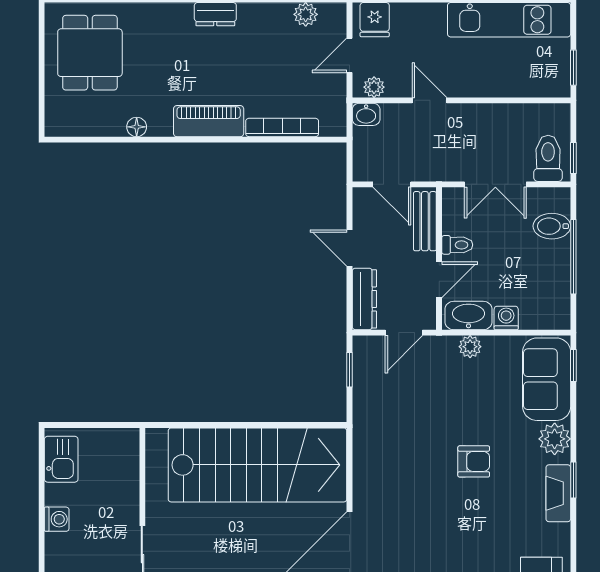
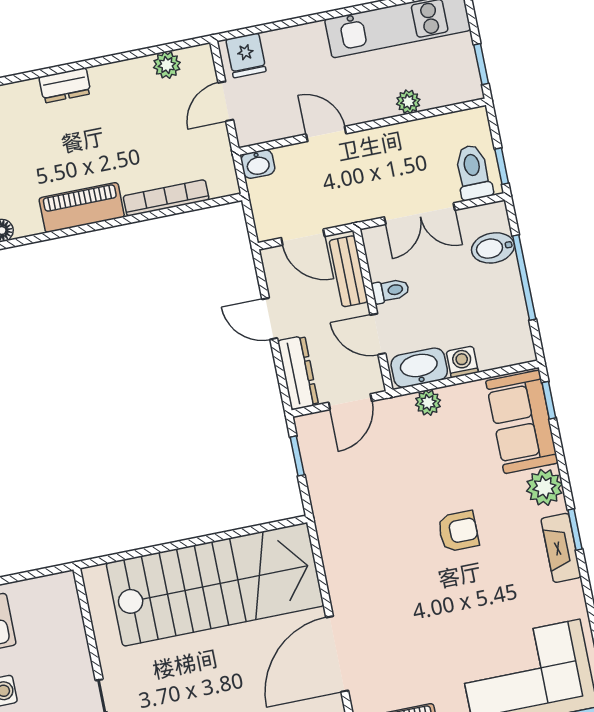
plant: (374, 87) -> (408, 102), moved
door: (439, 280) -> (378, 334), swing flipped

